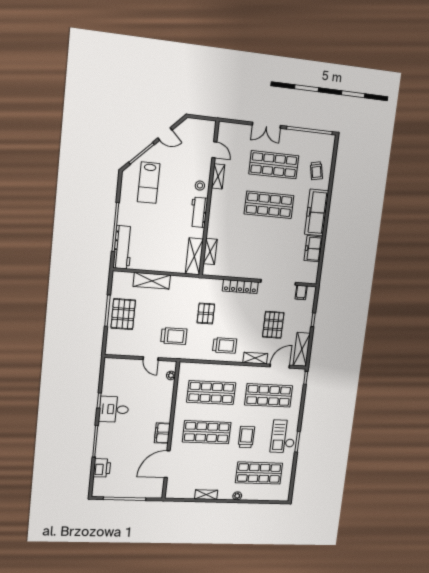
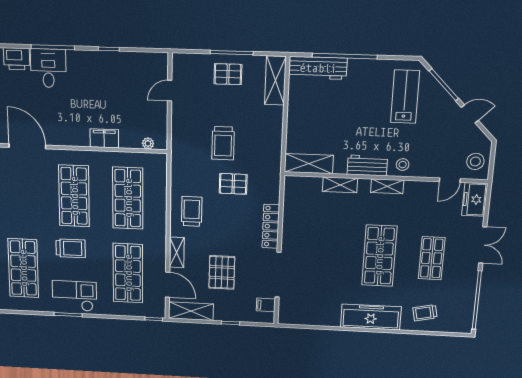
double door: (266, 125) -> (483, 245), swing flipped
stool: (201, 130) -> (475, 161), added
door: (165, 134) -> (470, 114), swing flipped
shop shelf: (274, 165) -> (432, 258), width x0.70, depth x0.74
shelving: (218, 176) -> (387, 186), moved
lab bench: (149, 183) -> (405, 97), turned 90
freezer: (313, 249) -> (475, 199), moved, turned -90
shelving: (210, 251) -> (340, 185), moved
shelving: (152, 281) -> (275, 81), moved
pallet: (123, 314) -> (228, 74), width x0.67, depth x0.71
pallet: (273, 325) -> (222, 272), turned 90
trolley: (174, 336) -> (223, 143), moved
trolley: (225, 345) -> (192, 211), turned 180
door: (151, 359) -> (170, 91), moved
desk: (114, 409) -> (48, 68), moved
filing cabinet: (162, 433) -> (104, 138), moved

